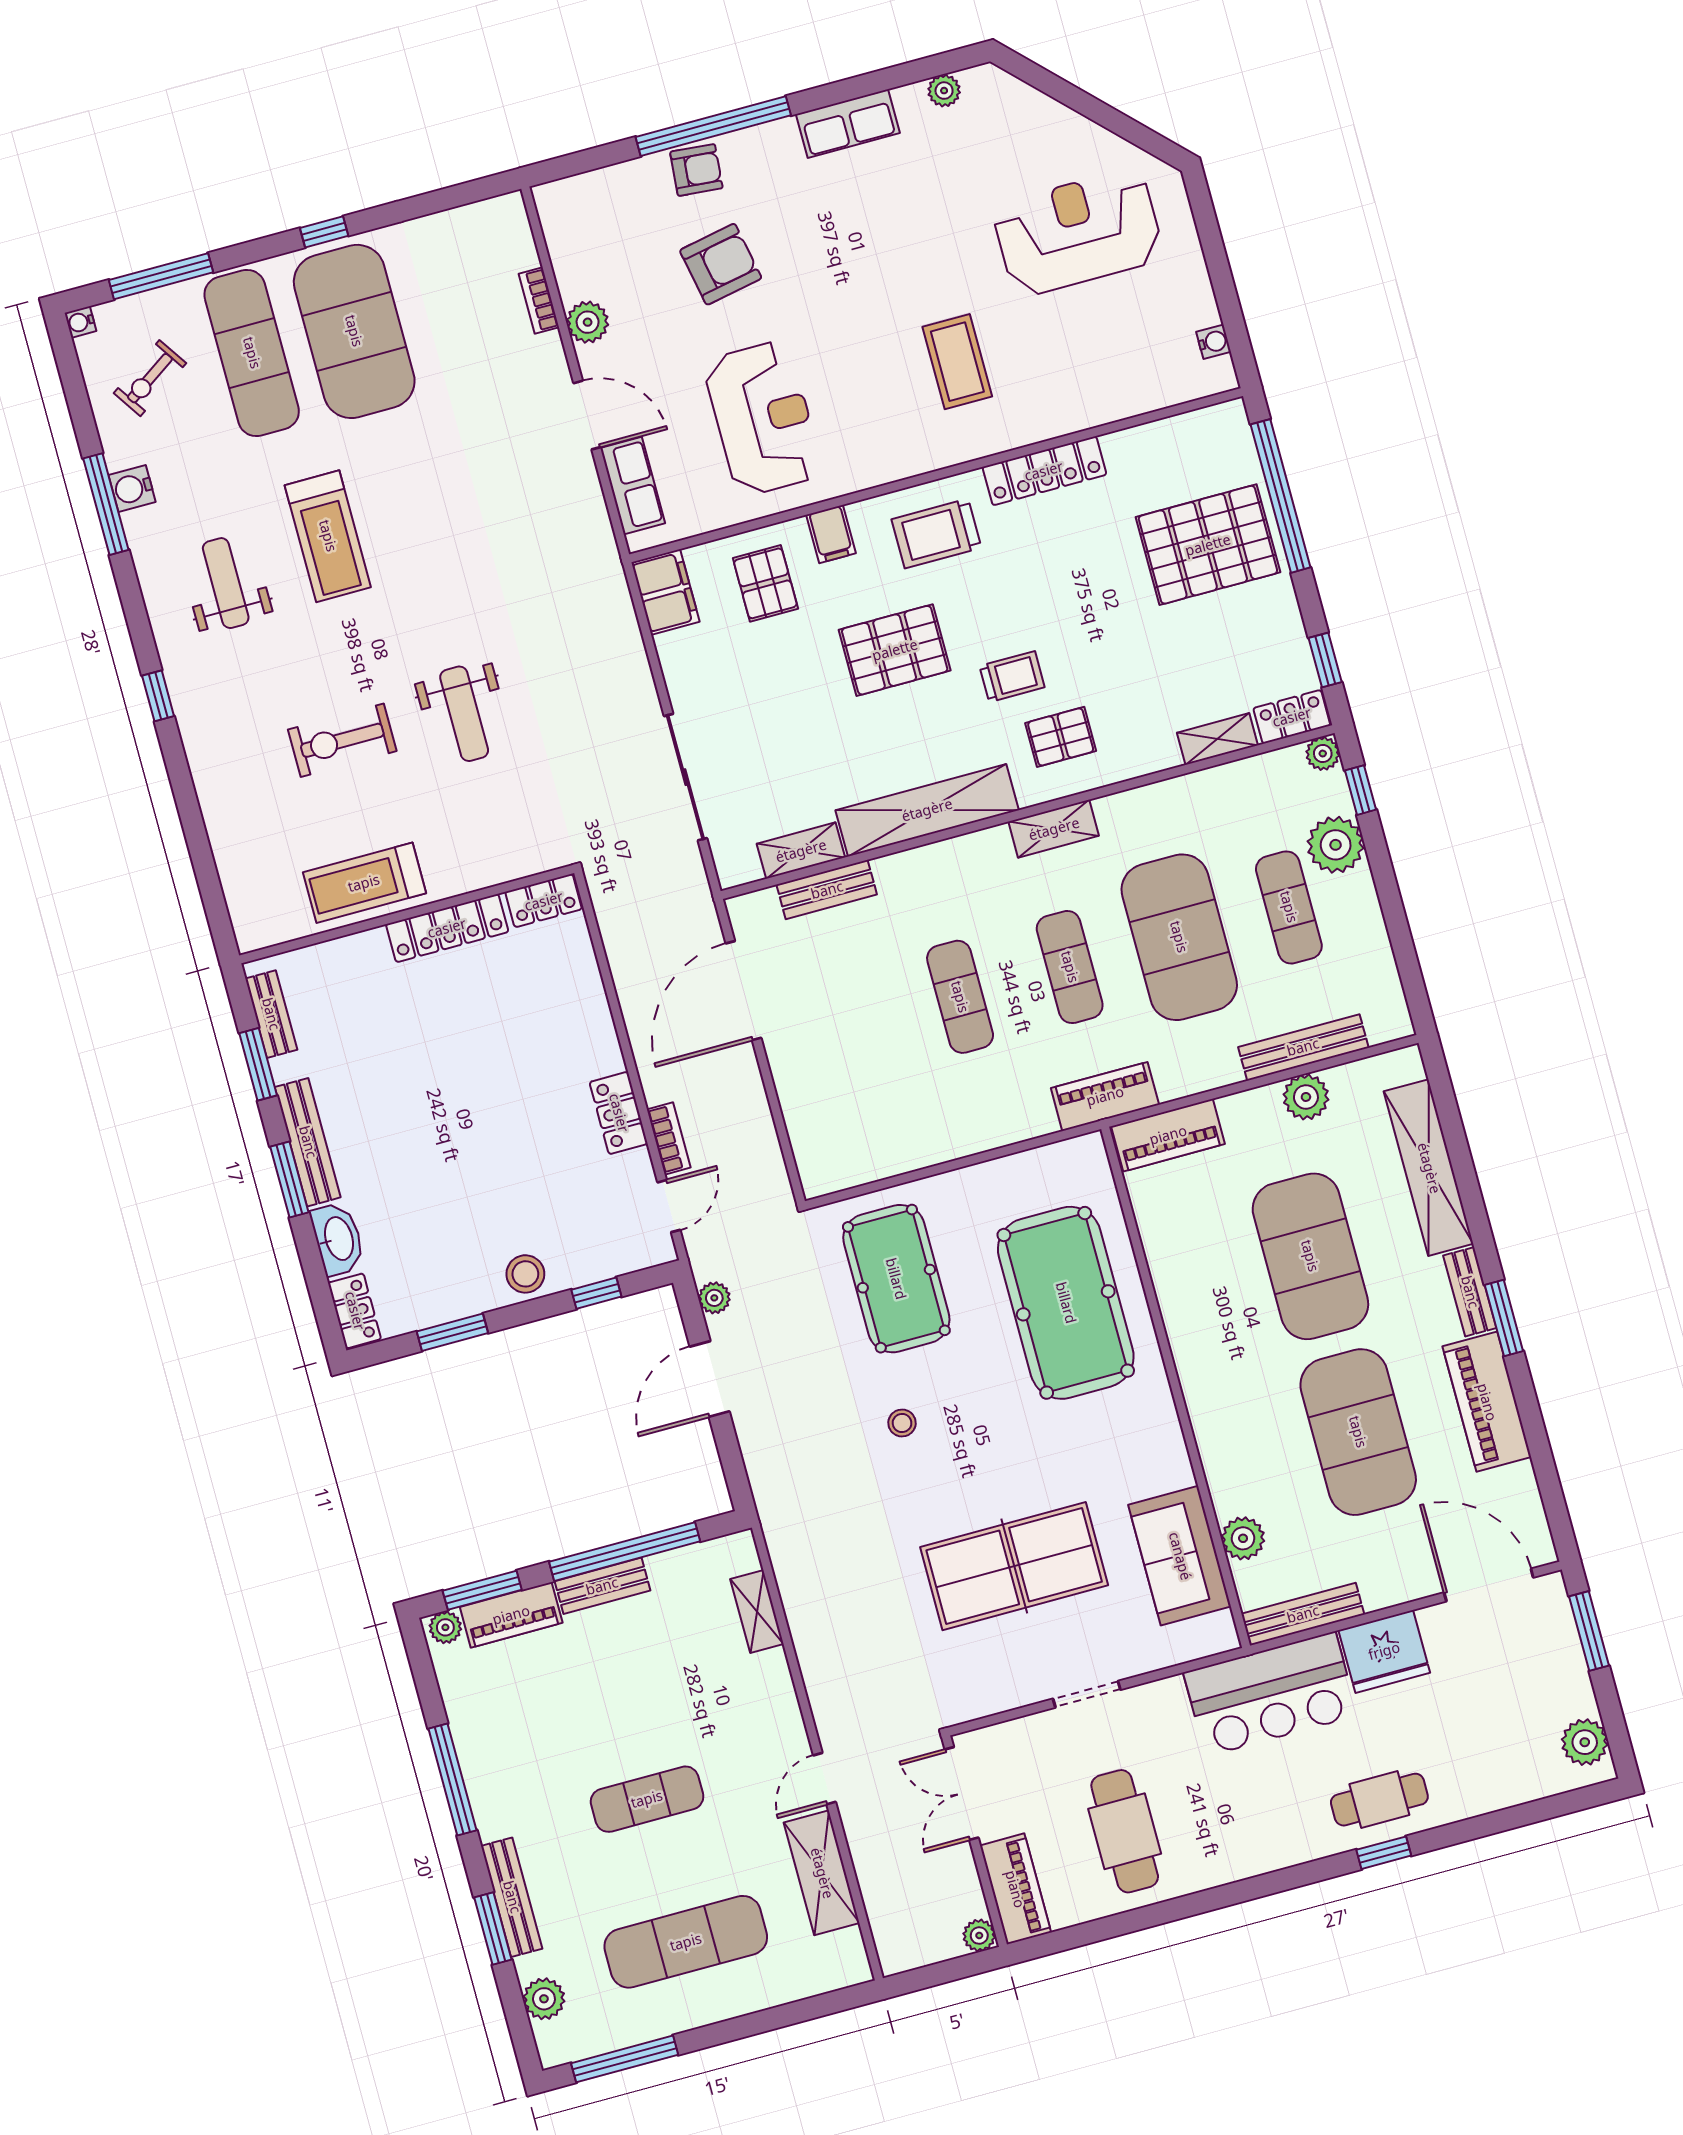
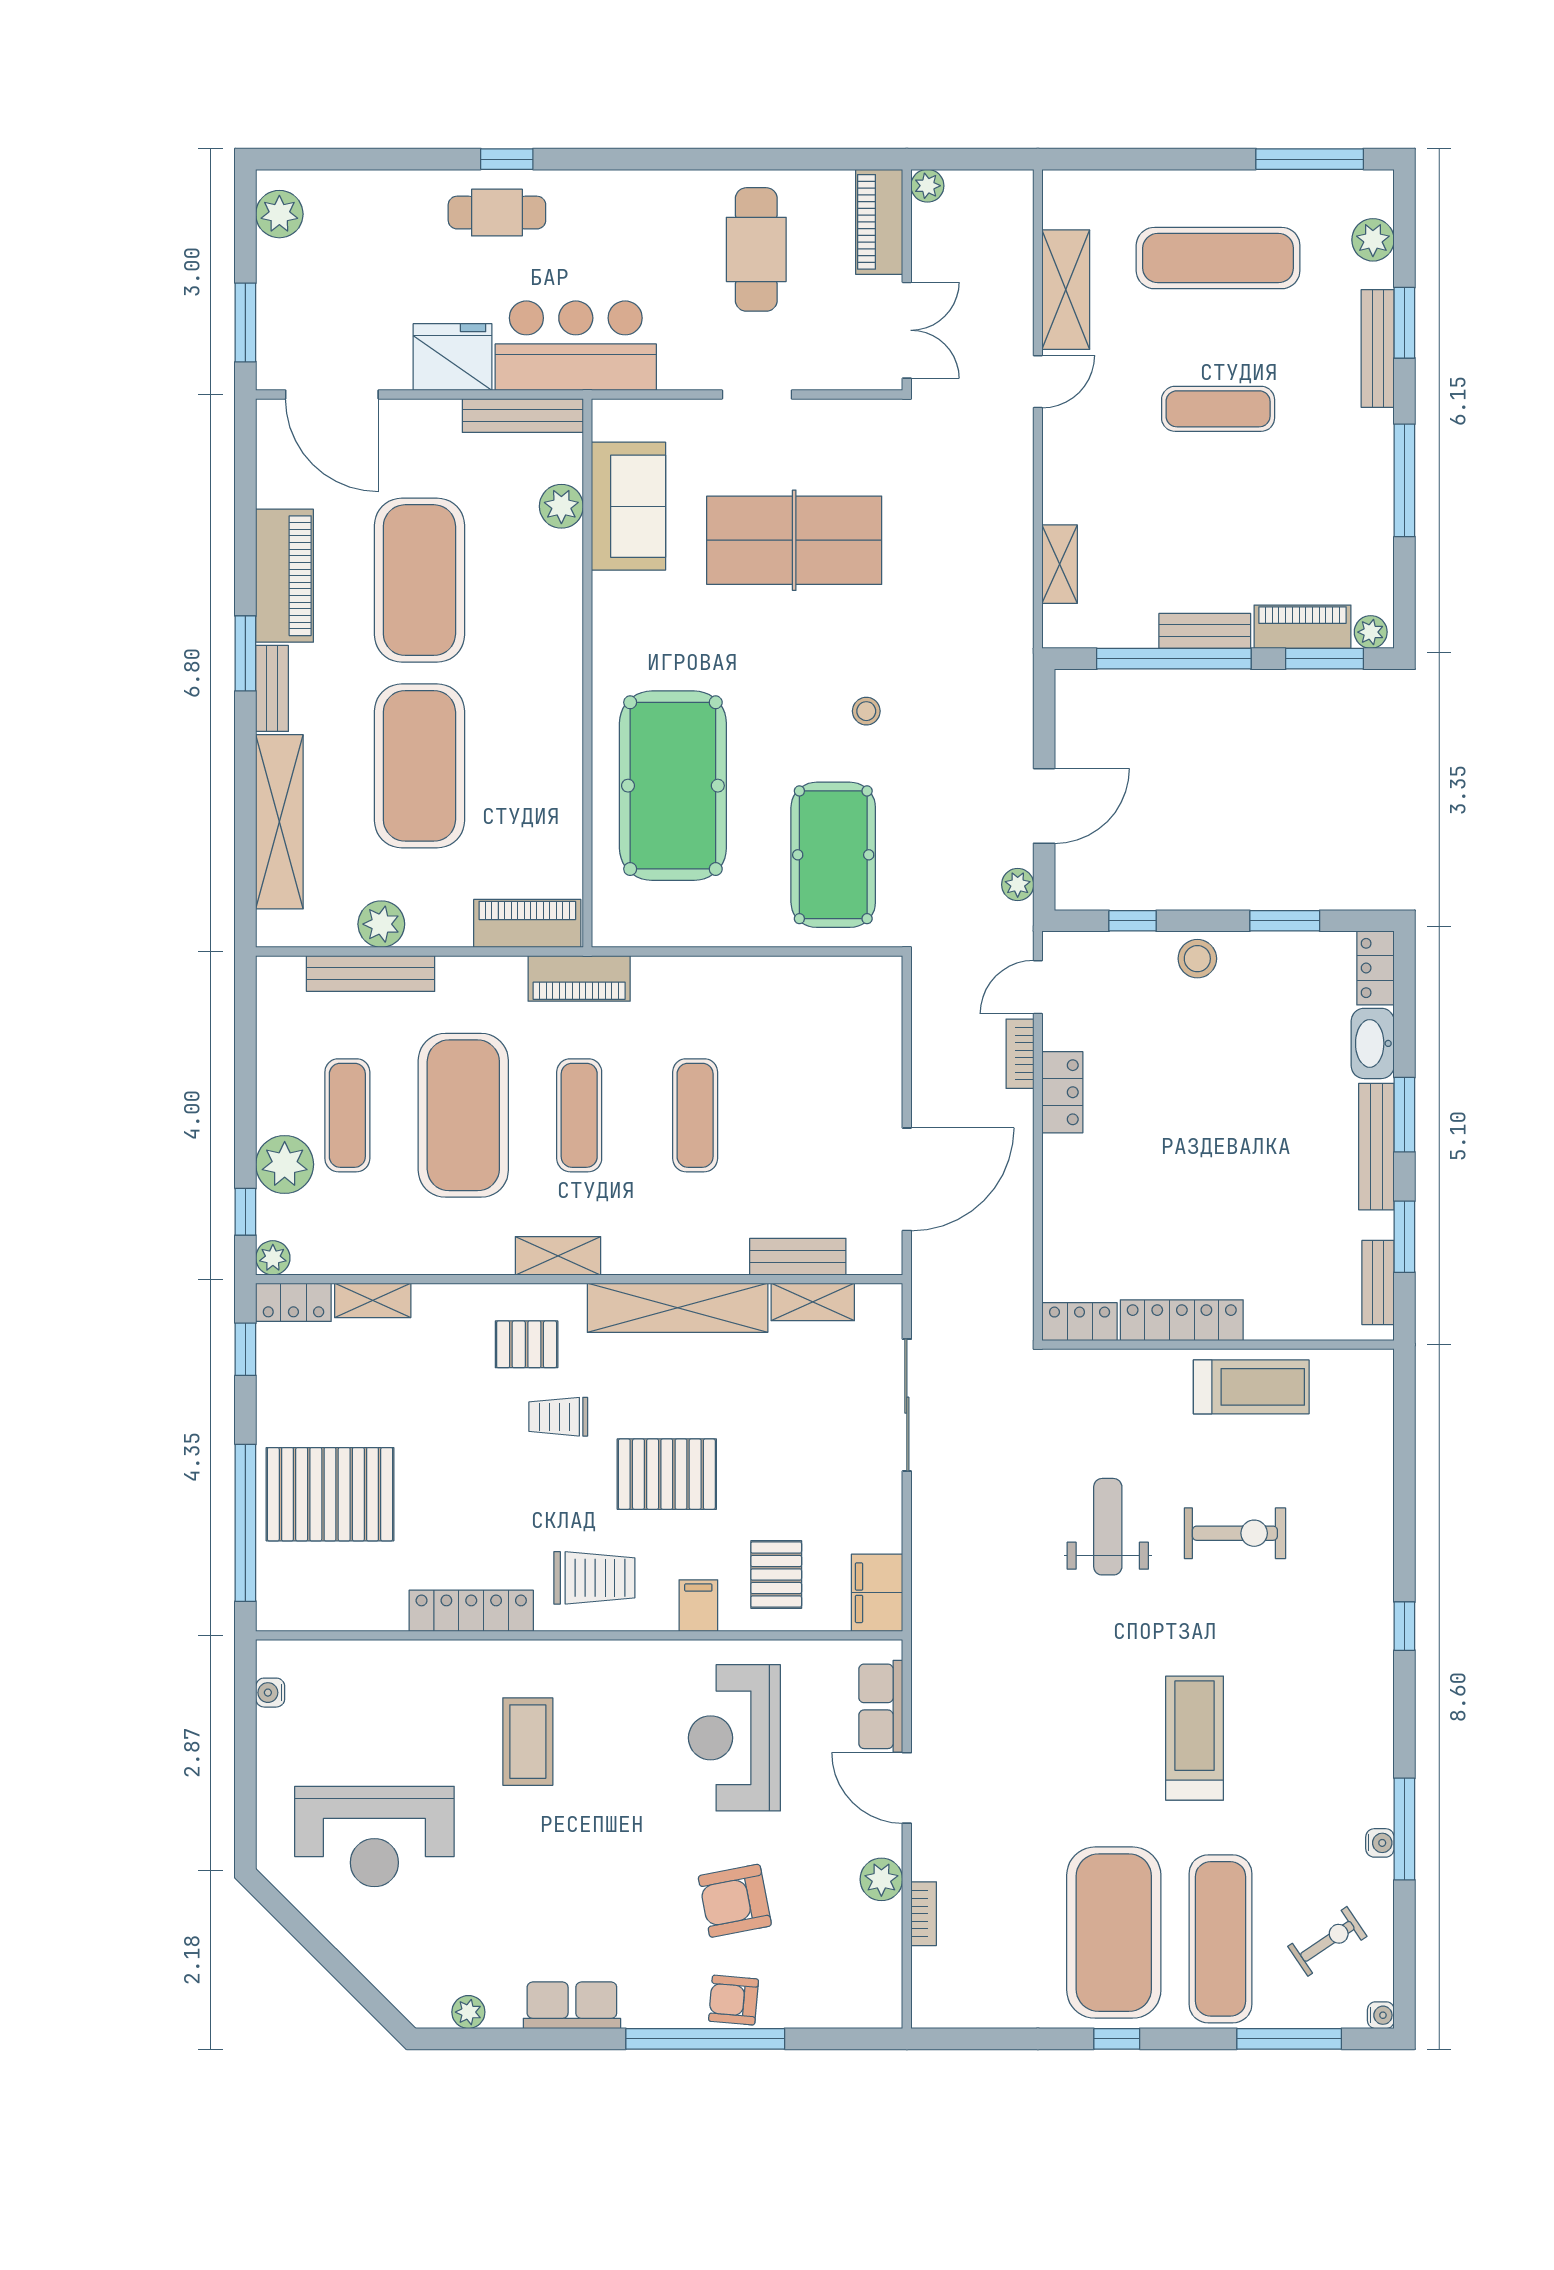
water cooler: (132, 488) -> (1380, 1843), width x0.72, depth x0.72
weight bench: (226, 583) -> (1308, 1719), removed

